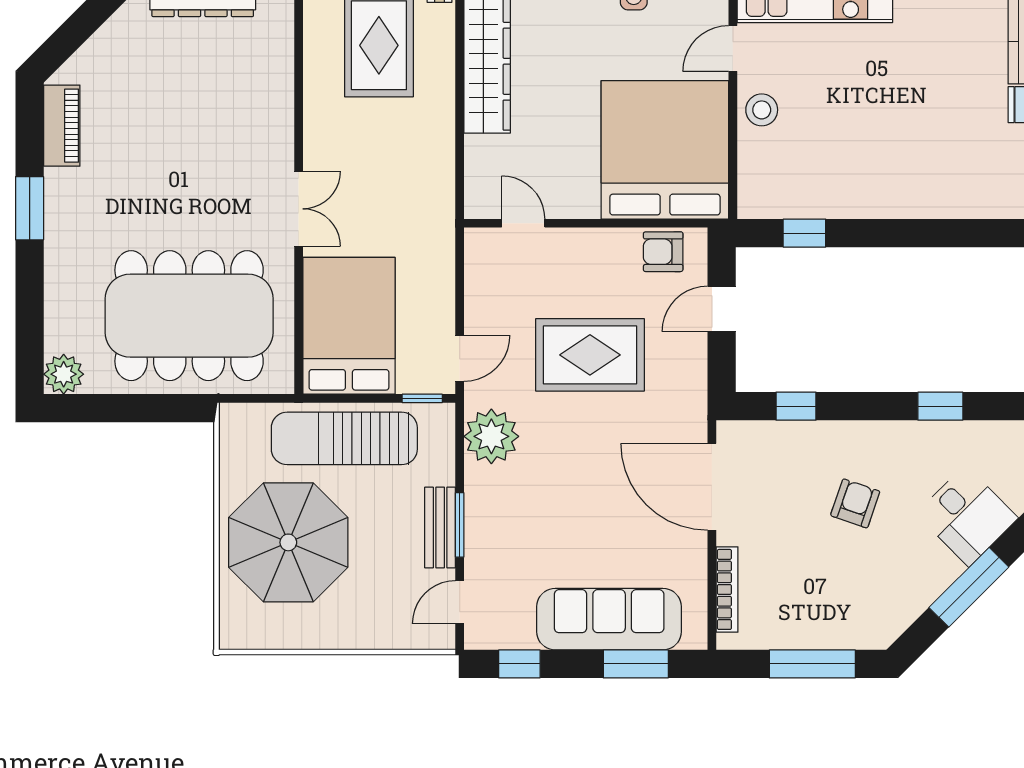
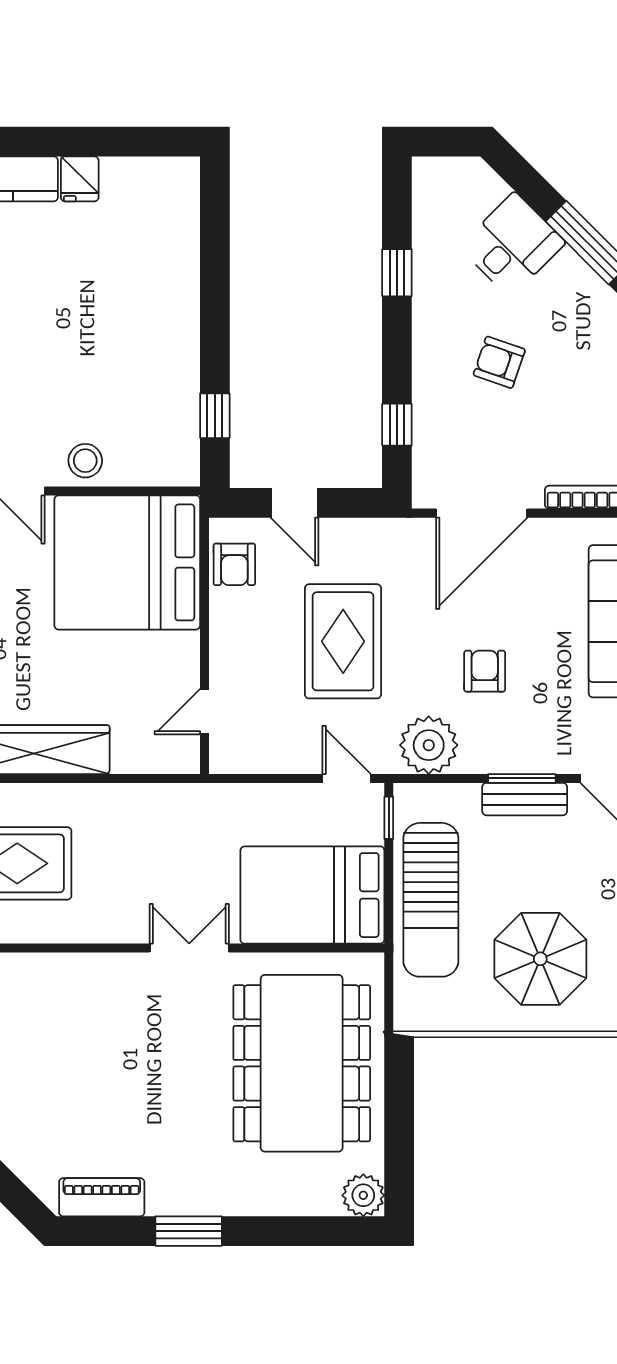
armchair: (562, 490) -> (485, 671), added
parasol: (288, 542) -> (540, 959), width x0.73, depth x0.73

